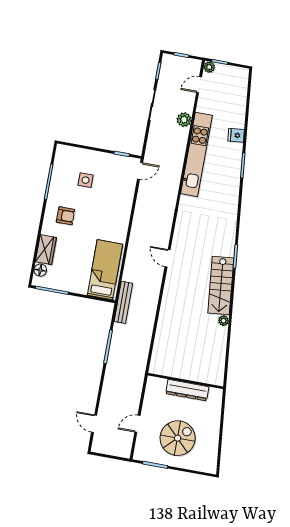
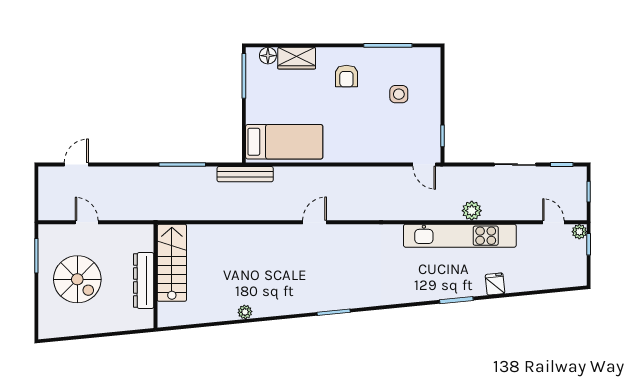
plant: (184, 120) -> (472, 211), moved
stairs: (221, 285) -> (172, 263), moved, turned 96

